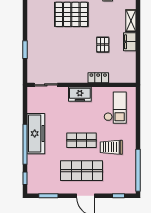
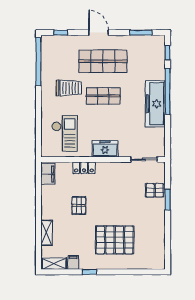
filing cabinet: (130, 42) -> (48, 174), moved
pallet: (36, 58) -> (155, 190), added
checkout: (115, 108) -> (65, 133), turned 180

